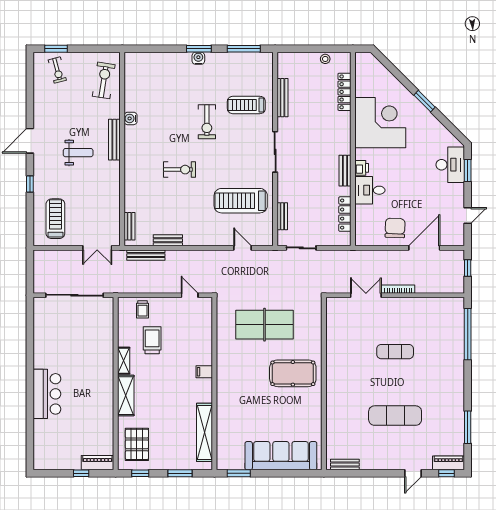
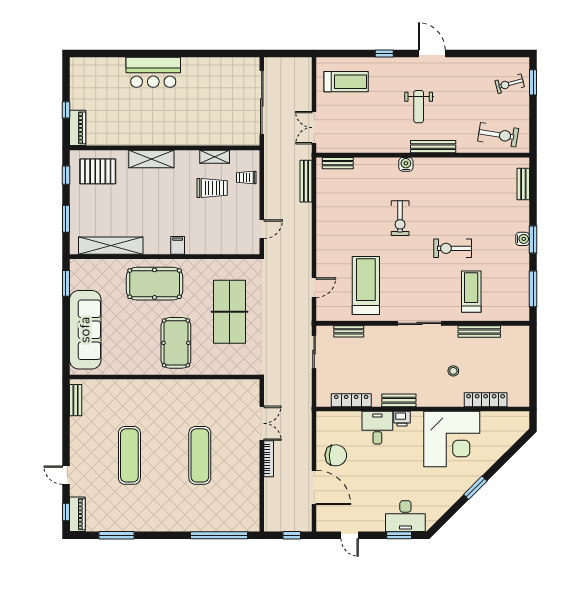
stool: (325, 59) -> (453, 371), moved
water cooler: (131, 118) -> (406, 164), moved
bench: (168, 240) -> (523, 184), moved
exercise mat: (395, 352) -> (200, 455), width x1.36, depth x1.45
shelving: (124, 361) -> (215, 157), moved
pool table: (239, 393) -> (155, 284), added

